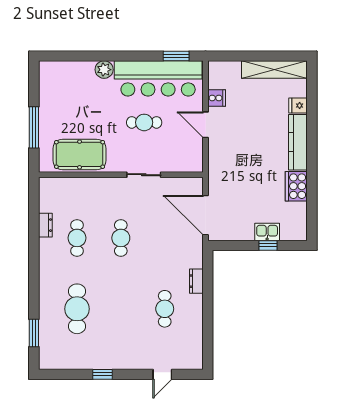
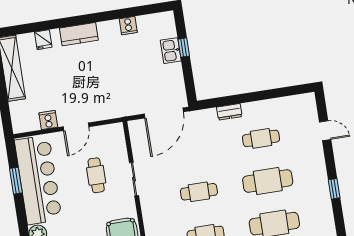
window: (176, 56) -> (16, 181), moved
cafe table: (144, 122) -> (96, 175), moved
kitchen counter: (298, 142) -> (79, 34), width x0.67
cooker: (296, 186) -> (128, 26), width x0.53, depth x0.76
cafe table: (121, 309) -> (268, 181), added

